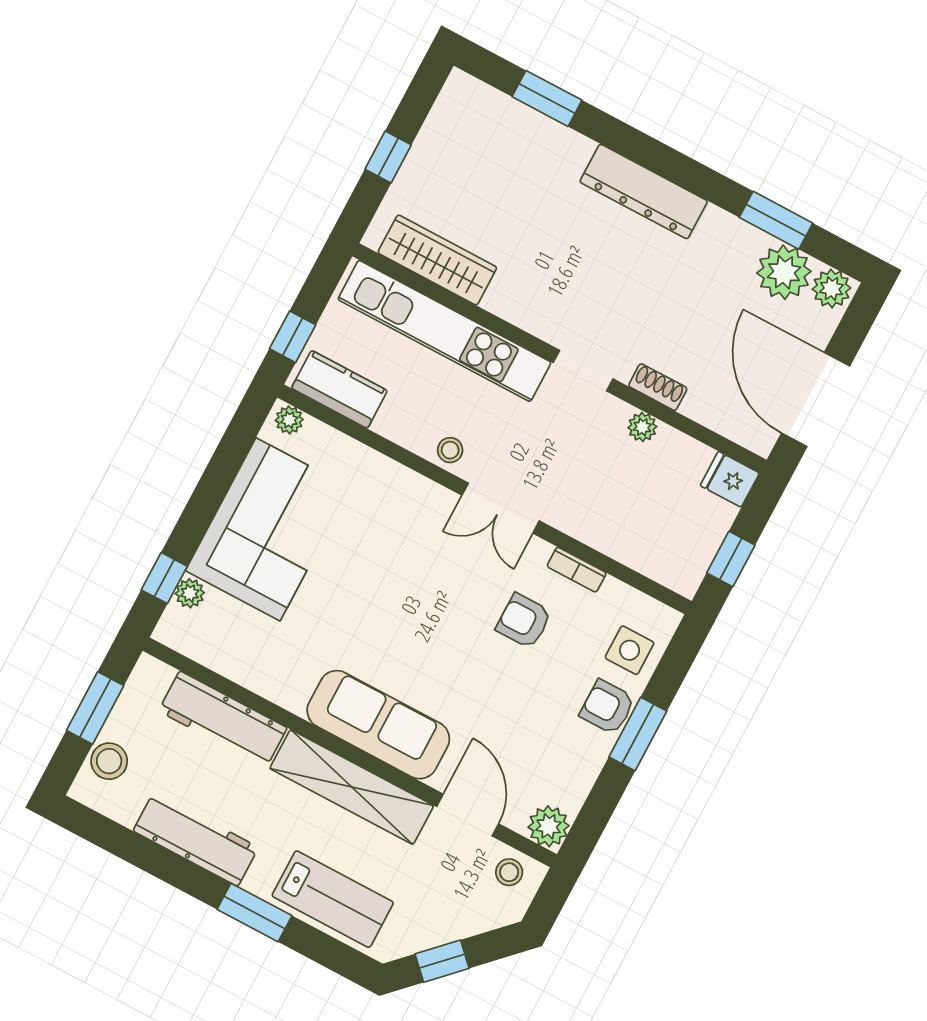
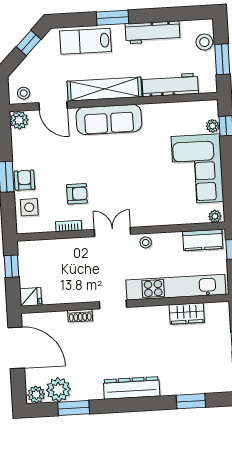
wardrobe: (437, 260) -> (187, 313), width x0.67
plant: (642, 427) -> (77, 297), removed
armchair: (607, 707) -> (24, 180), turned -90

